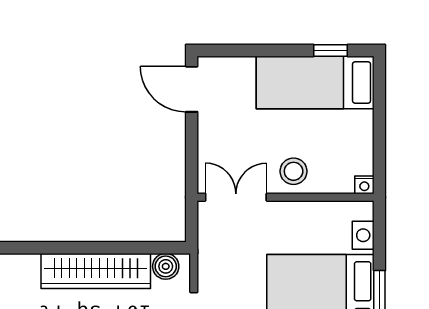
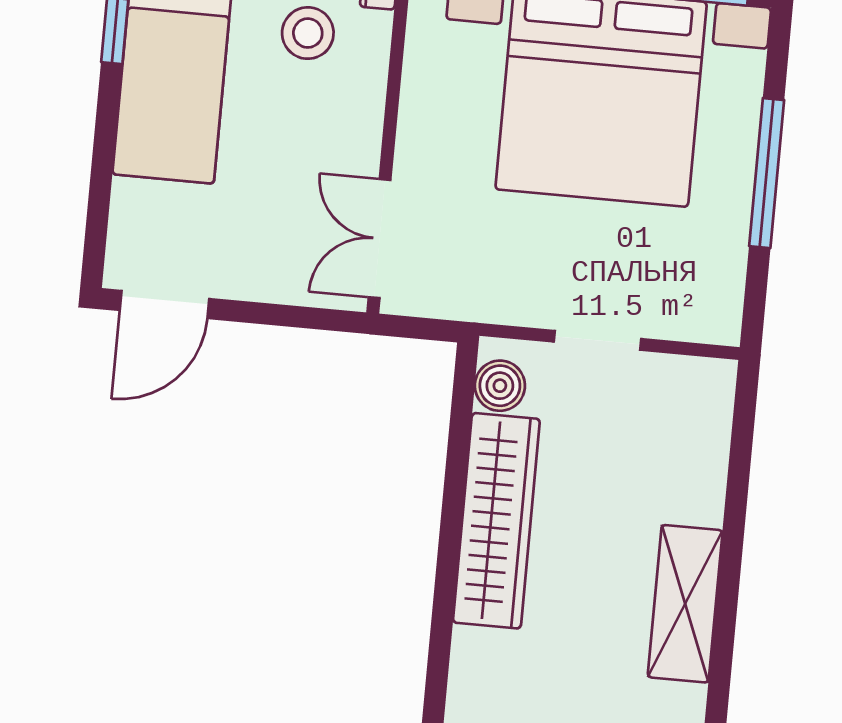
stool: (294, 171) -> (308, 33), moved

